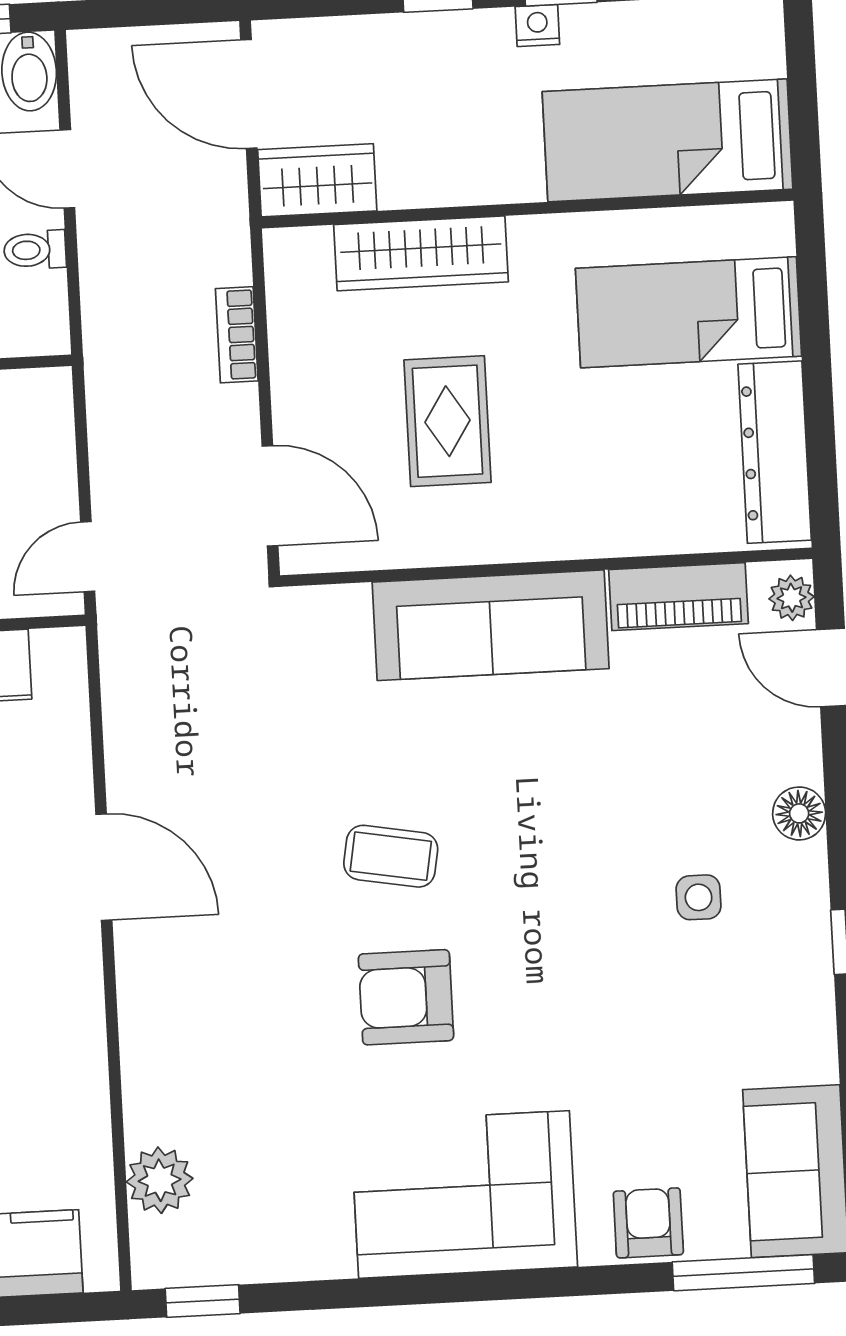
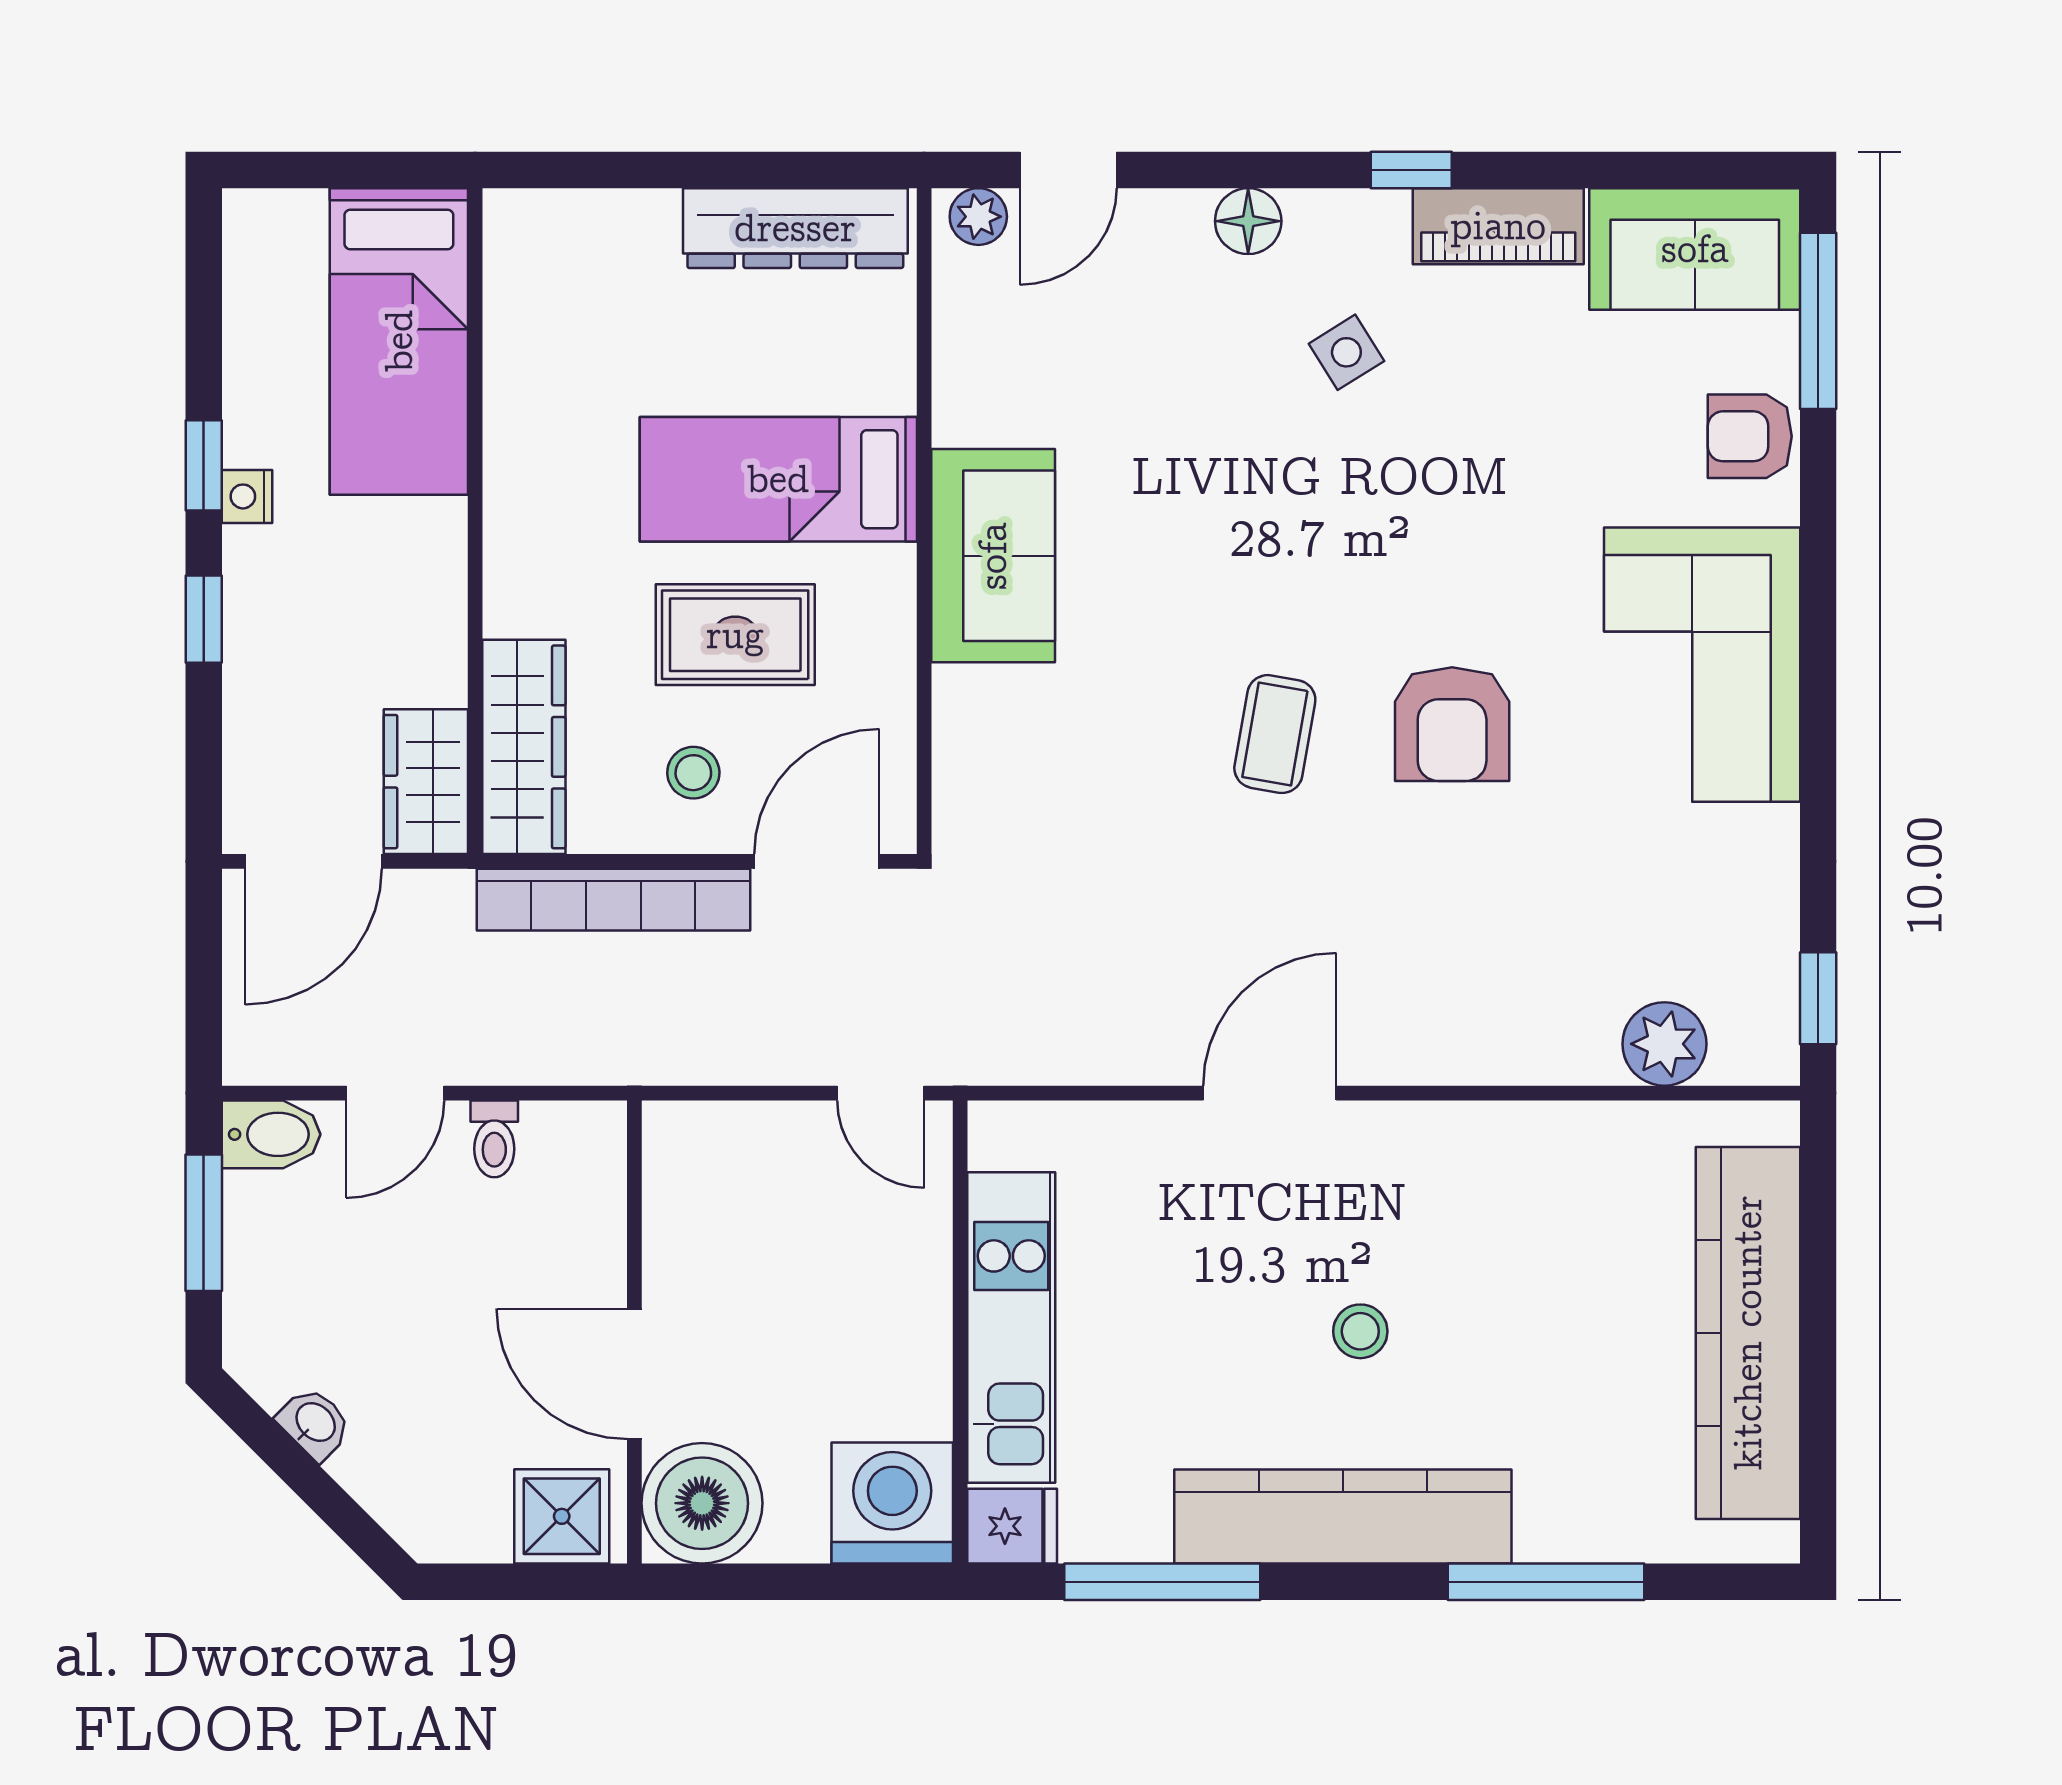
wardrobe: (421, 253) -> (524, 747), moved
bed: (689, 312) -> (778, 479), moved, turned 90
bookcase: (237, 335) -> (613, 900), width x2.31, depth x1.31
stool: (336, 393) -> (693, 773), added
piano: (678, 597) -> (1498, 226), moved, turned 90
sofa: (491, 625) -> (993, 556), width x0.73
side table: (699, 897) -> (1346, 352), turned -32

